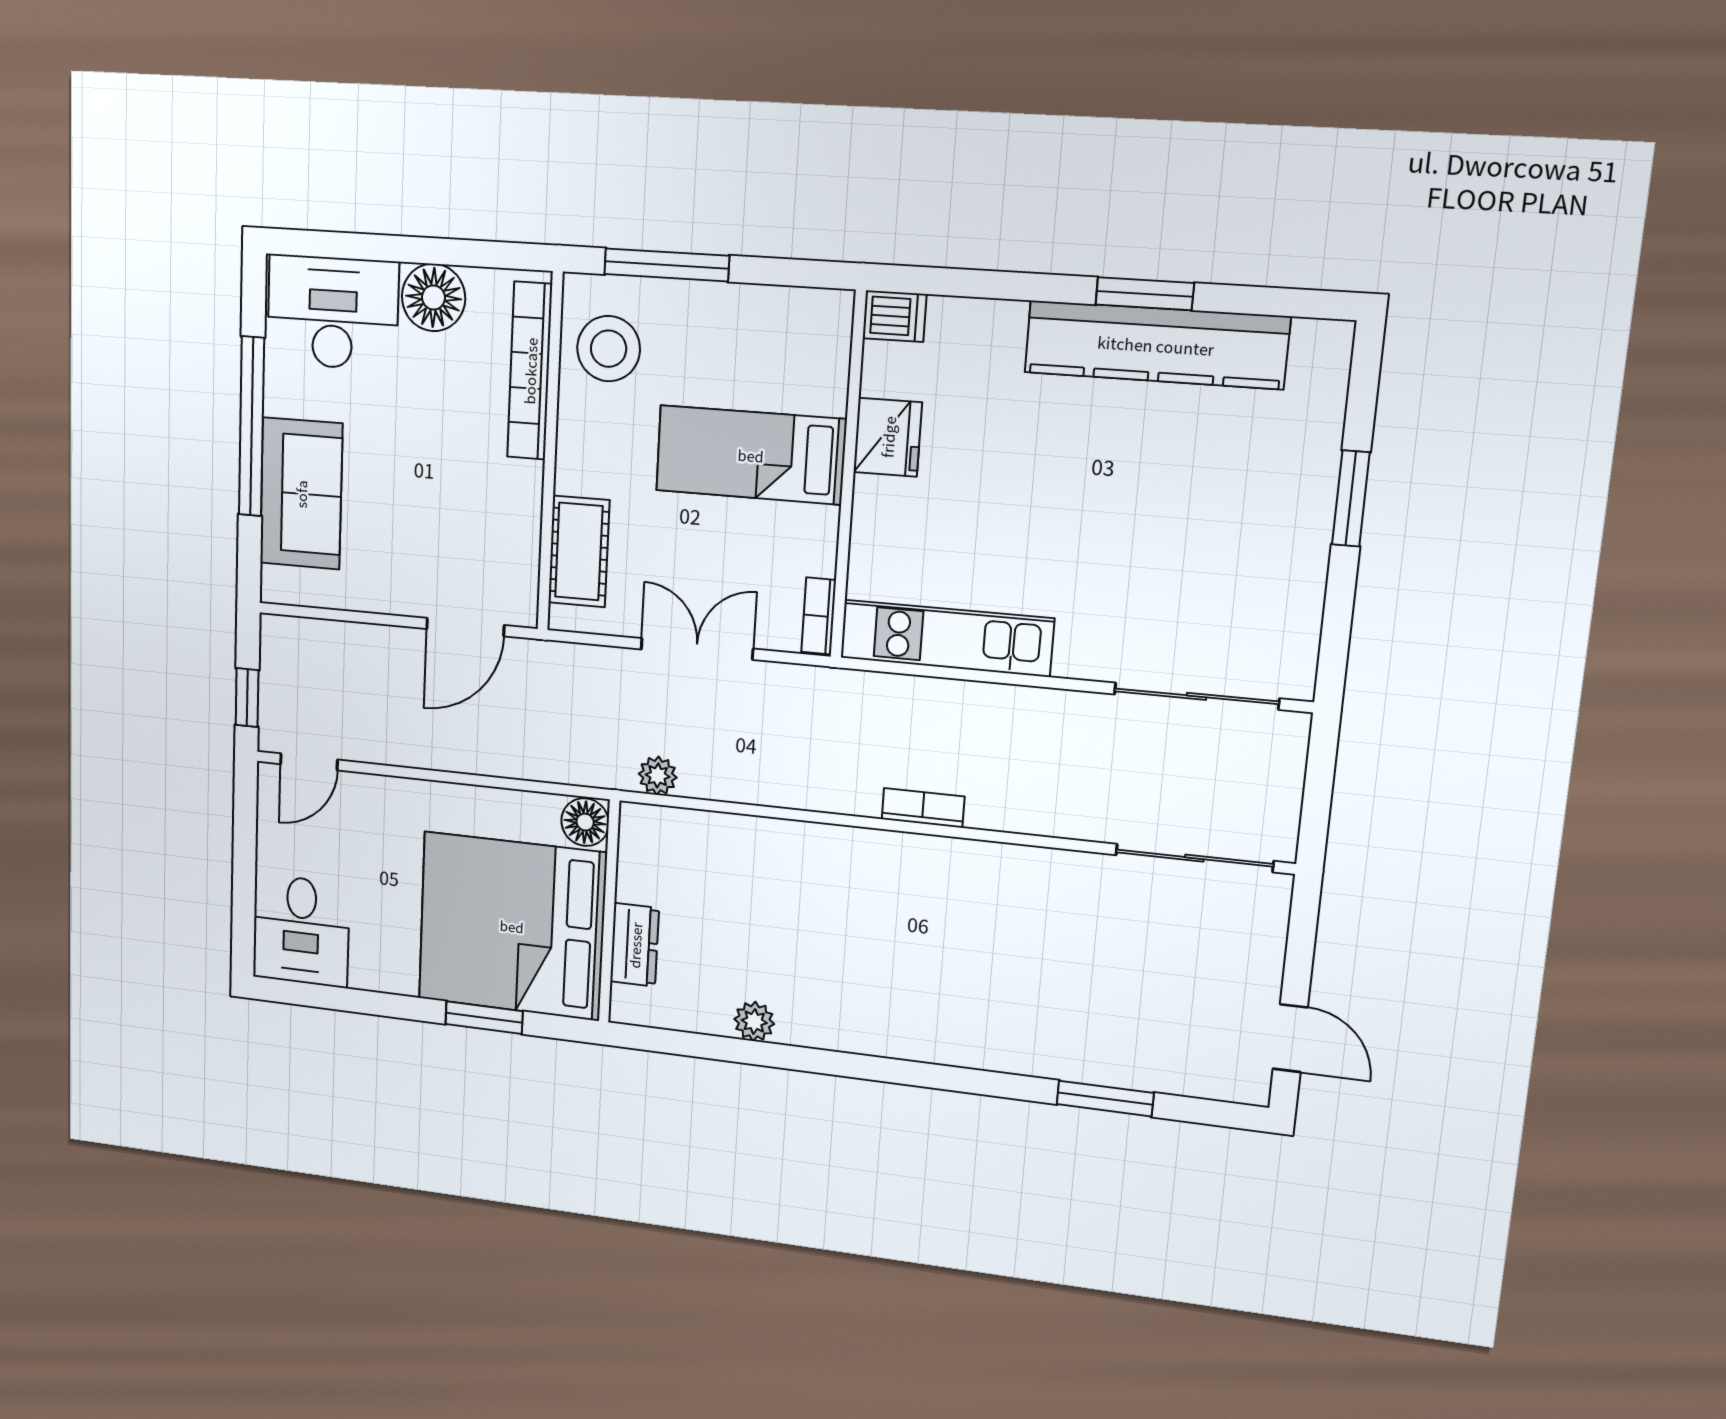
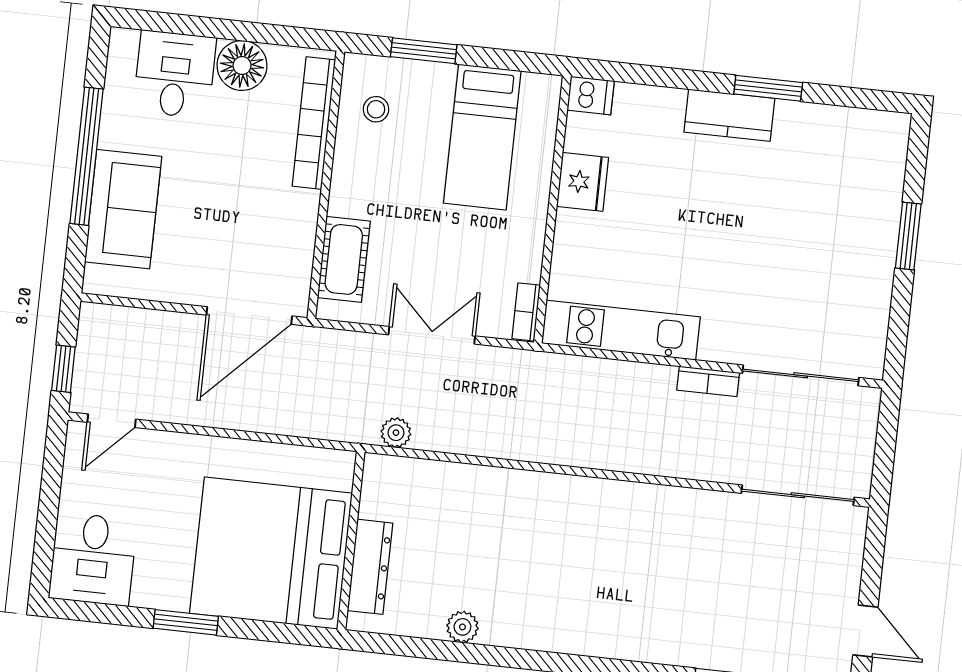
window: (667, 265) -> (424, 51), width x0.69
desk: (333, 312) -> (175, 74), width x0.73
kitchen counter: (1156, 345) -> (729, 115), width x0.48, depth x0.86
stool: (609, 349) -> (376, 109), width x0.53, depth x0.53
bed: (751, 455) -> (482, 137), moved, turned -90
door: (465, 627) -> (249, 315), width x1.36
bookcase: (923, 808) -> (708, 381), moved, turned 180
floor lamp: (585, 822) -> (336, 469), removed
dresser: (635, 945) -> (370, 567), width x1.44
window: (484, 1018) -> (186, 622), moved

